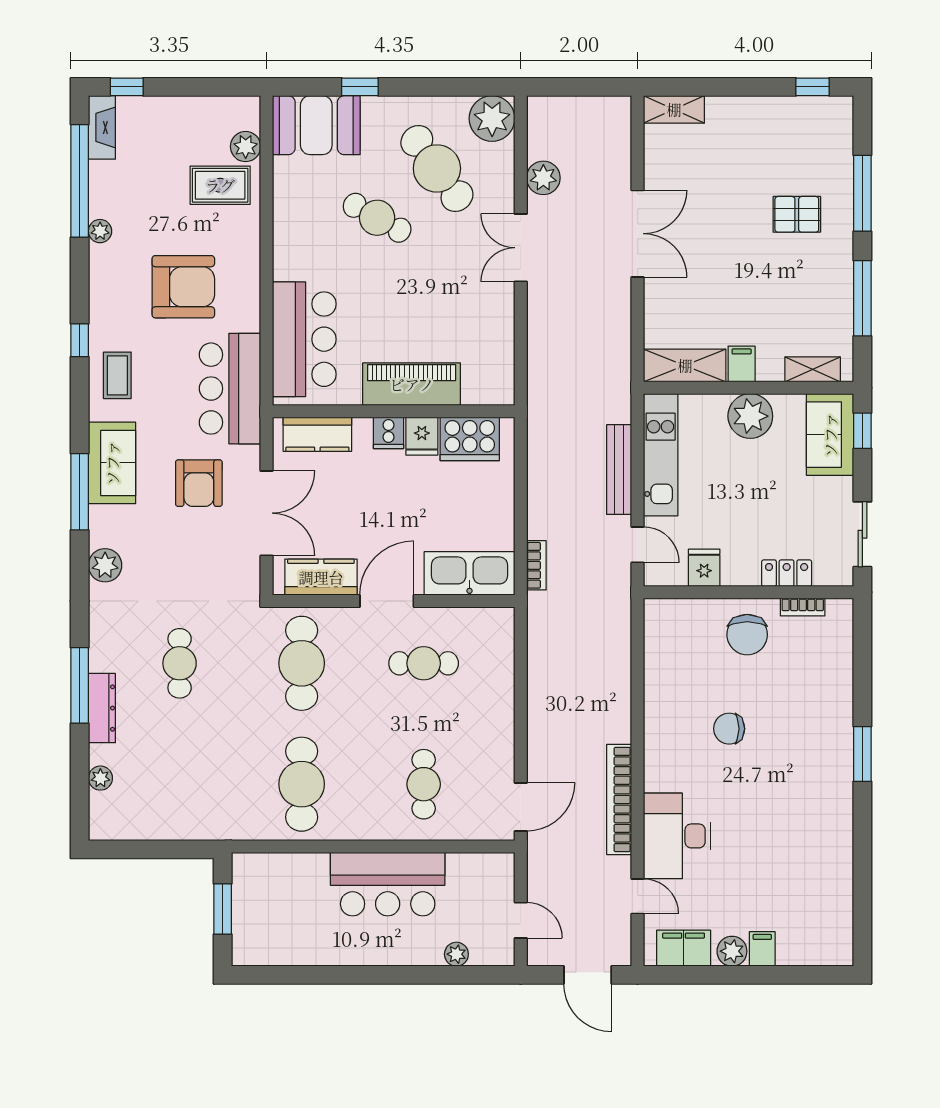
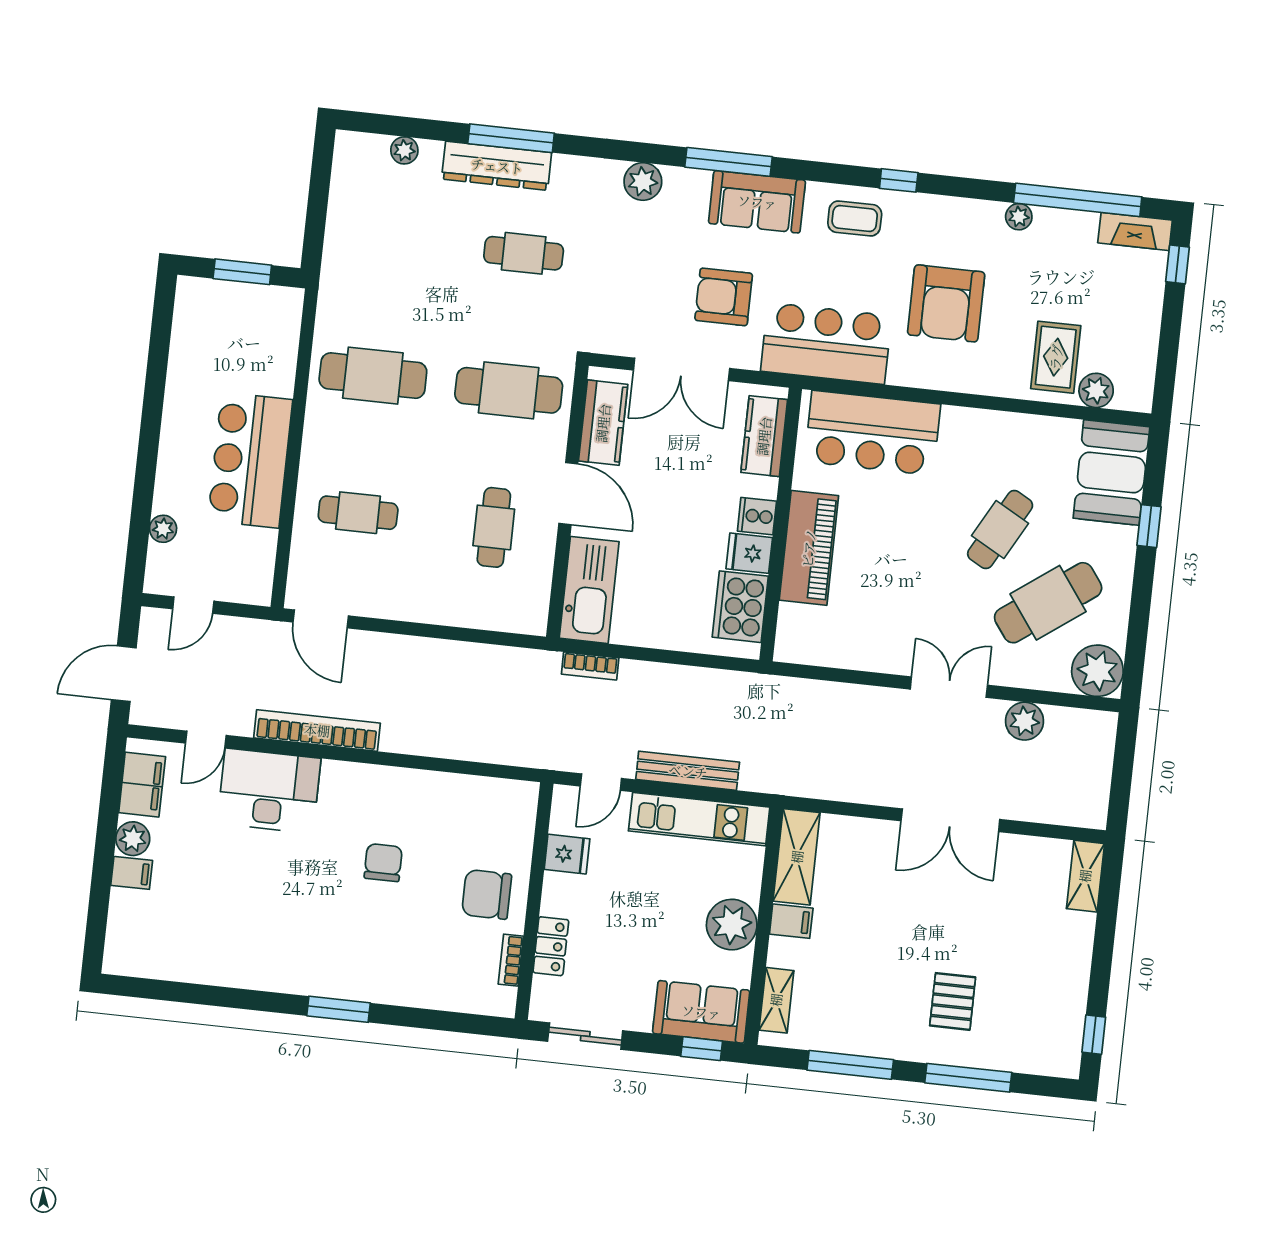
dresser: (102, 708) -> (497, 166), width x1.37, depth x1.24

